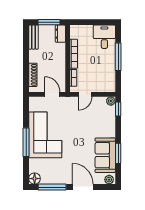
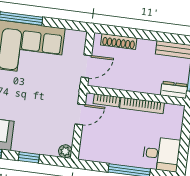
door: (85, 94) -> (80, 114), swing flipped
window: (118, 109) -> (29, 157), moved

